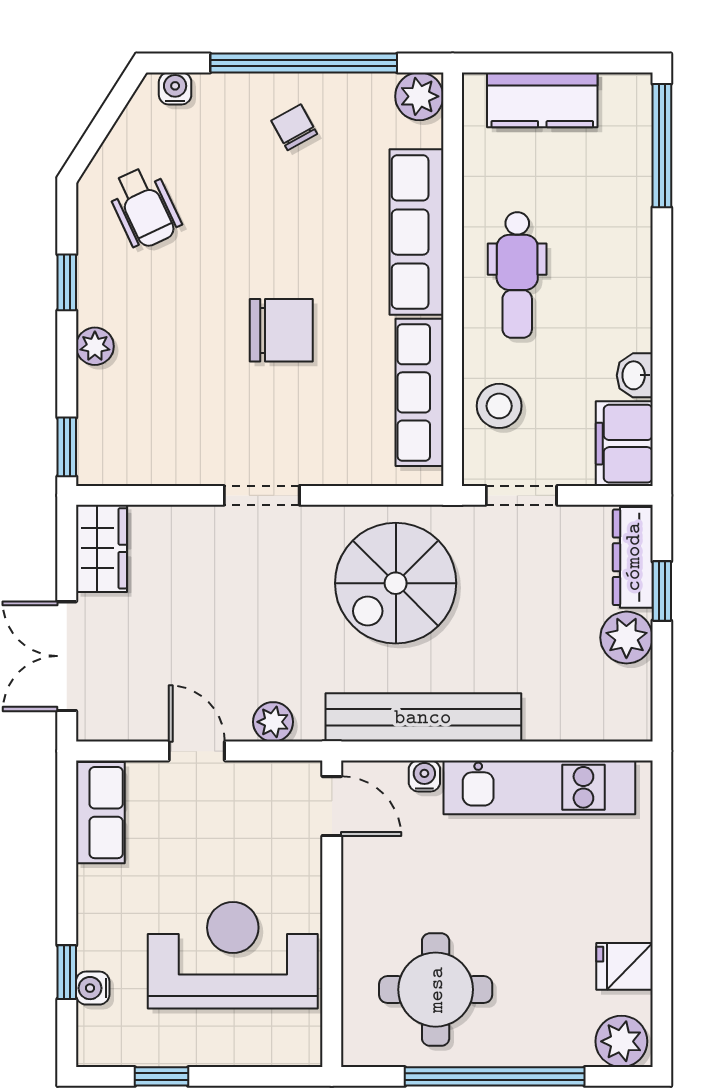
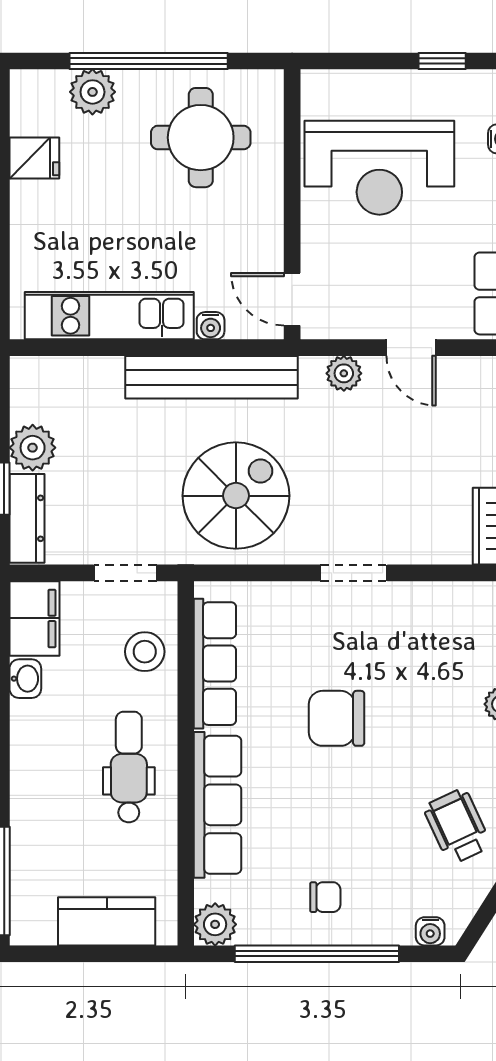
chair: (294, 127) -> (325, 897), turned -61
plant: (621, 1041) -> (92, 92), moved

